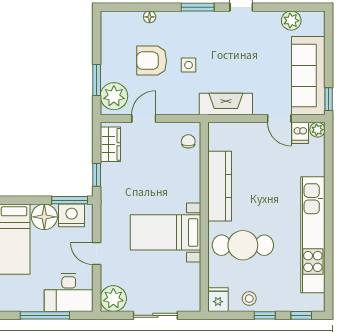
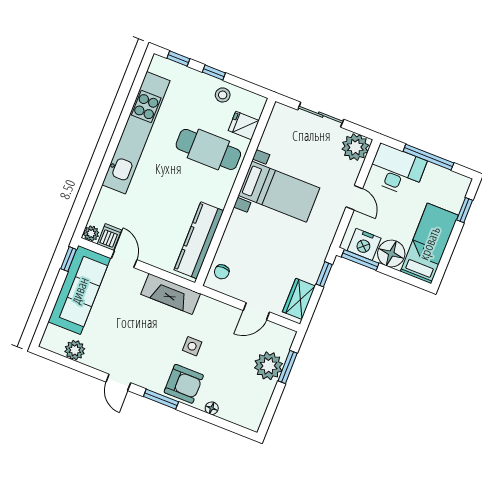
armchair: (152, 61) -> (184, 384), moved
plant: (114, 96) -> (269, 366), moved
kitchen counter: (220, 186) -> (199, 240), moved
fridge: (218, 300) -> (244, 125), moved, turned 90

